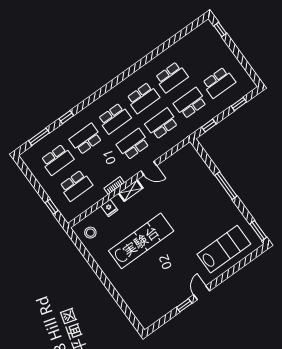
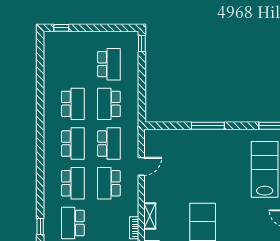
window: (239, 104) -> (142, 43), moved
school desk: (162, 124) -> (109, 144), turned 180
window: (209, 126) -> (142, 102), removed
door: (149, 168) -> (141, 166), moved

